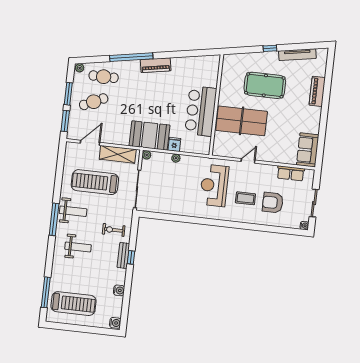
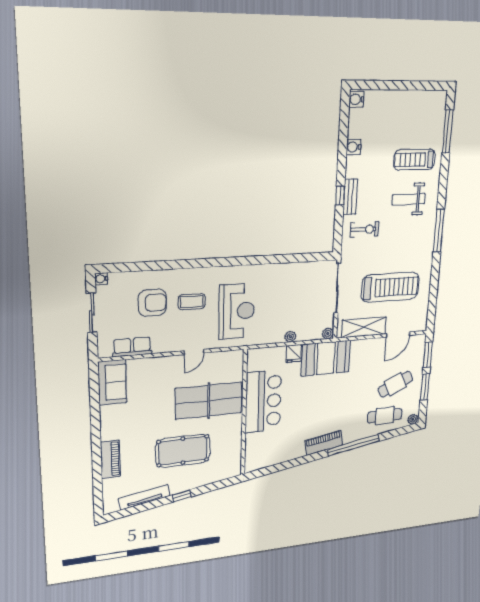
weight bench: (73, 211) -> (416, 245), removed
treadmill: (74, 304) -> (415, 160), moved, width x0.73, depth x0.73

